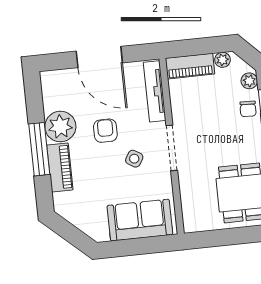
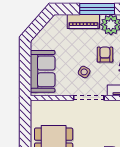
armchair: (105, 131) -> (105, 55), turned -90

